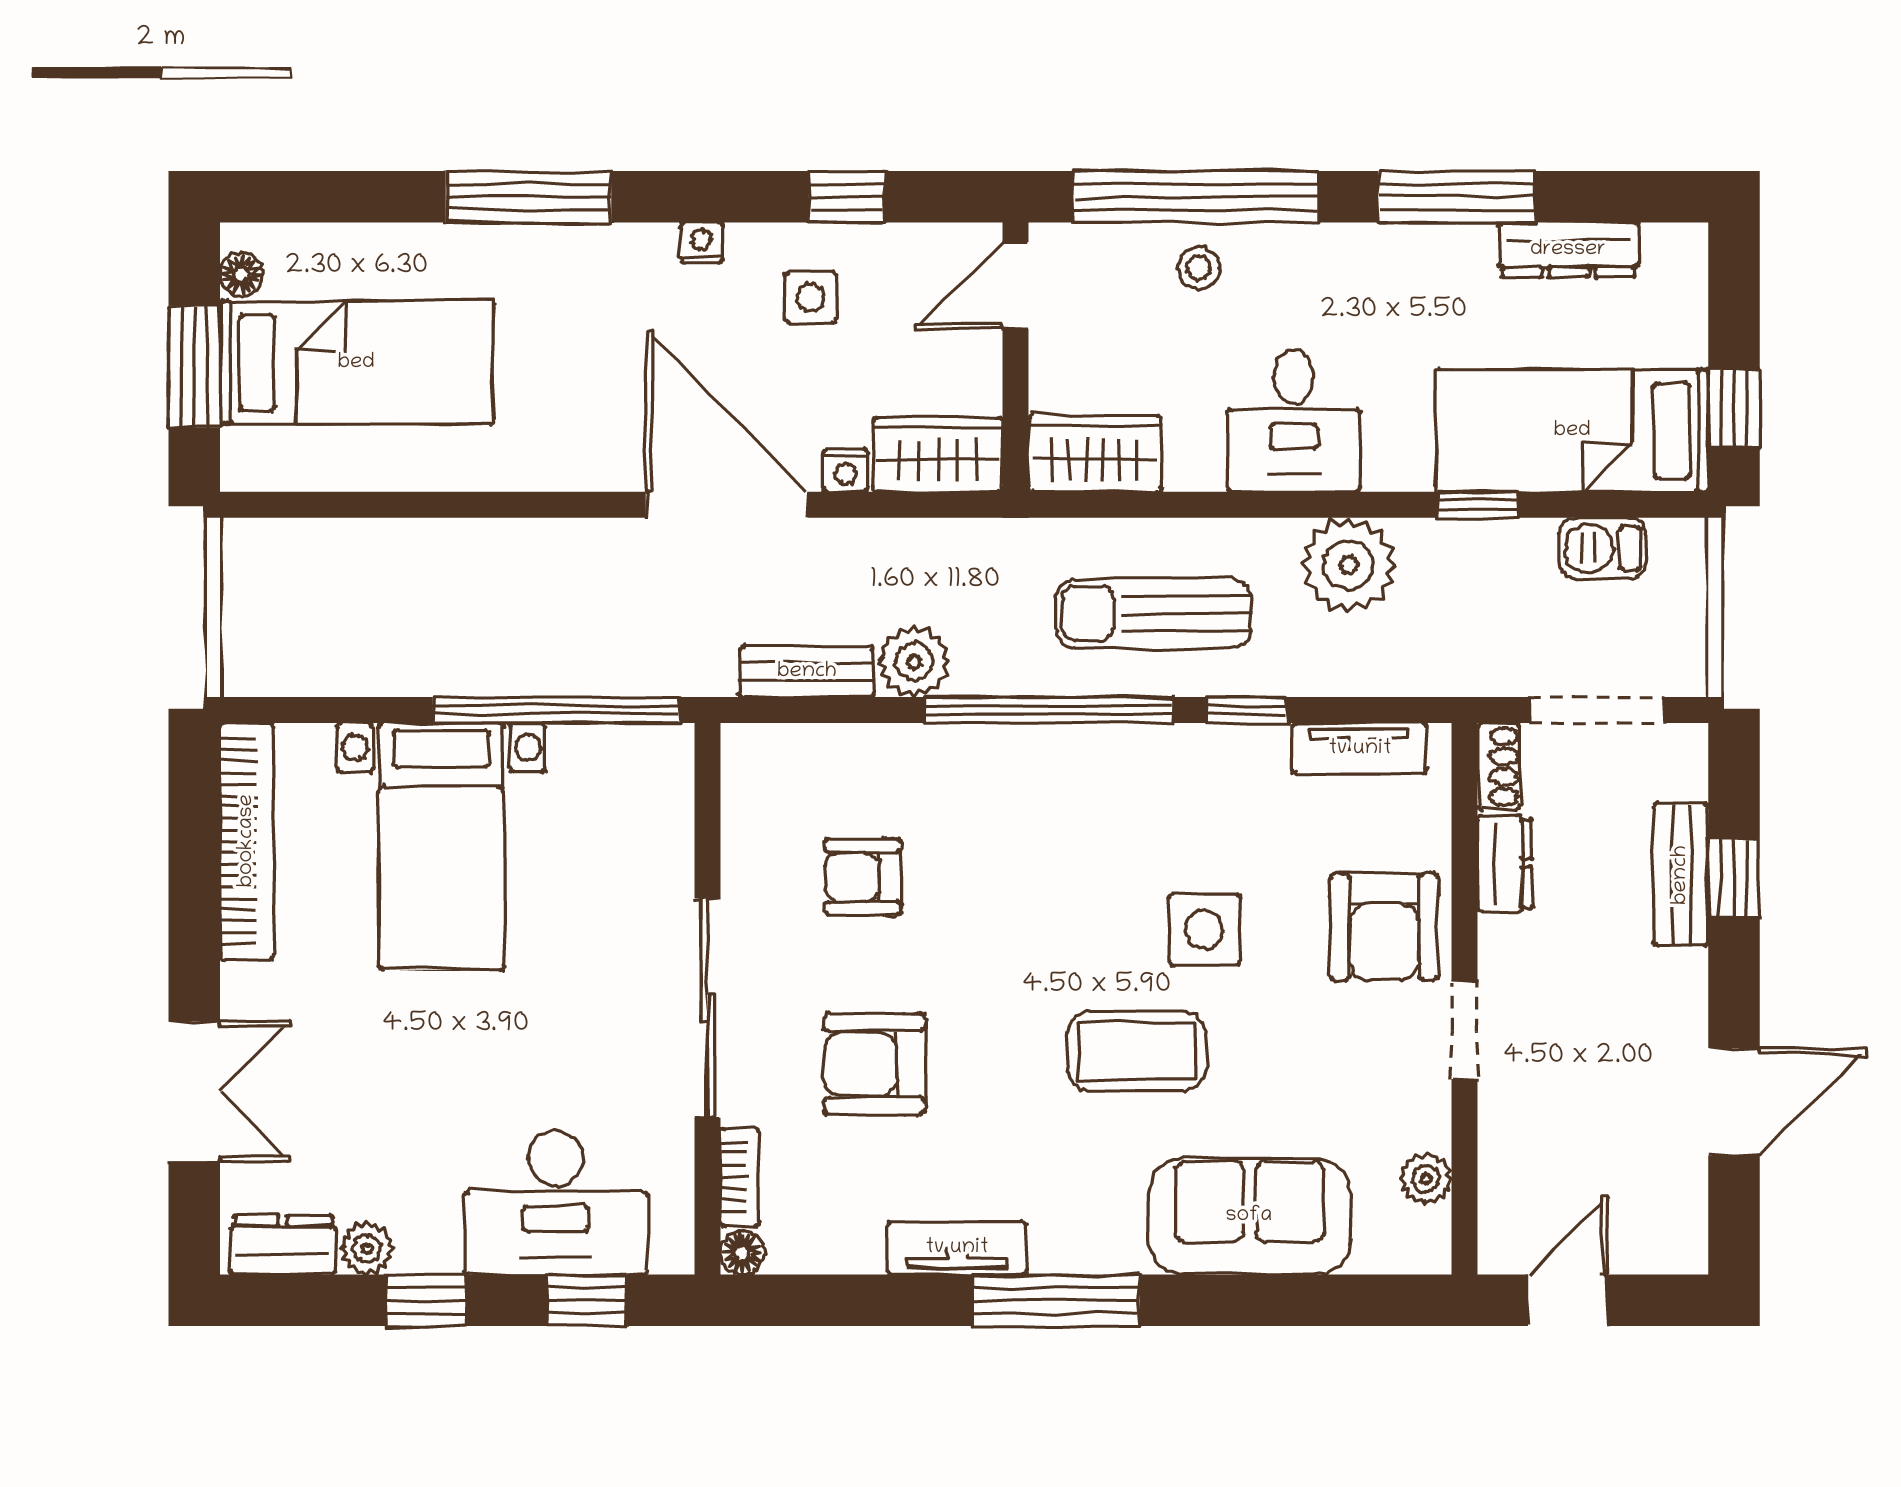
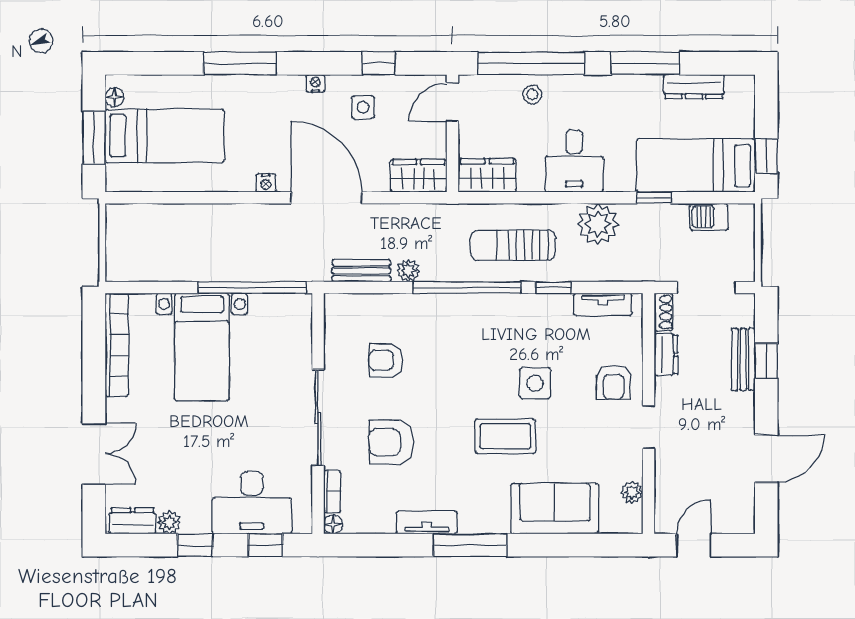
nightstand: (845, 471) -> (266, 183), moved
plant: (914, 662) -> (408, 271), width x0.73, depth x0.73
armchair: (1384, 927) -> (613, 382), width x0.72, depth x0.72

